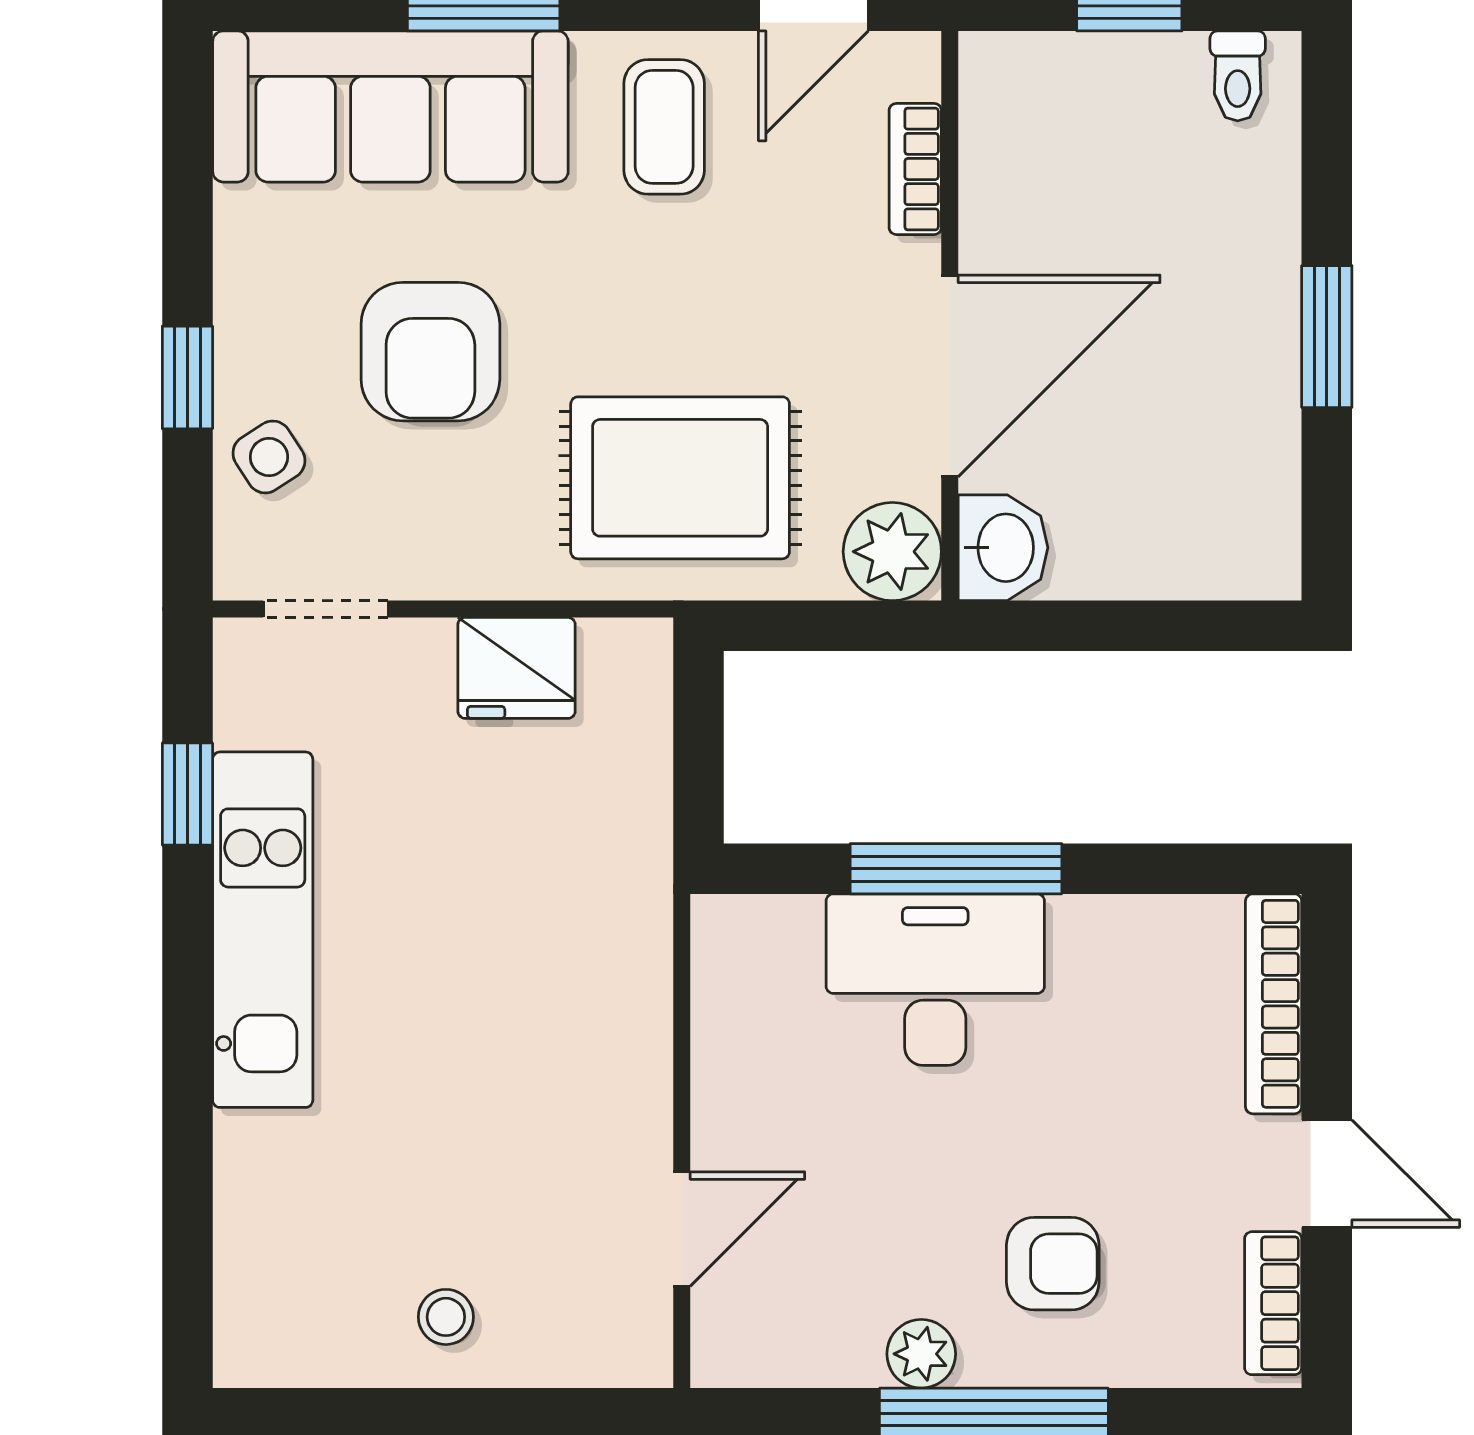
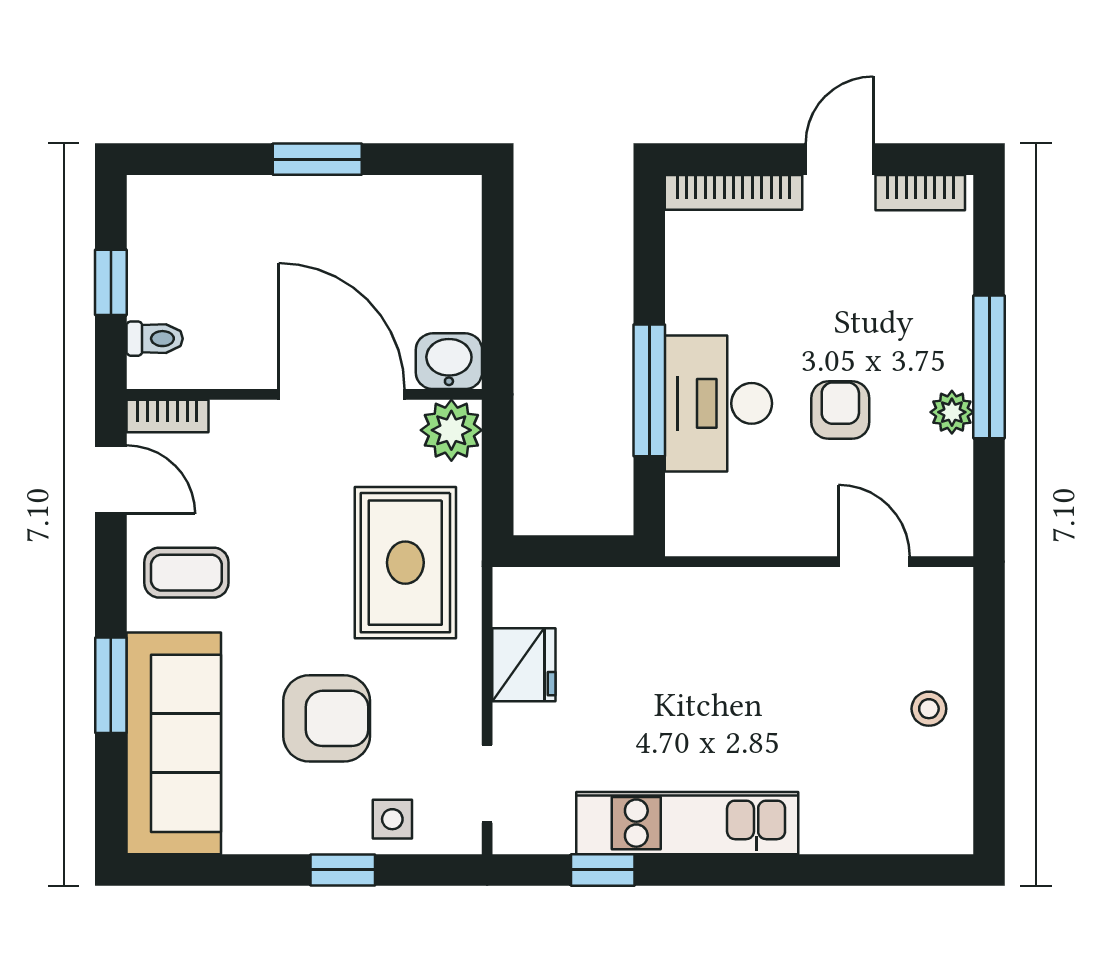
toilet: (1238, 76) -> (155, 339), moved
bookcase: (915, 169) -> (167, 416), moved
side table: (269, 457) -> (392, 819), turned 33
armchair: (1053, 1264) -> (840, 410), moved

